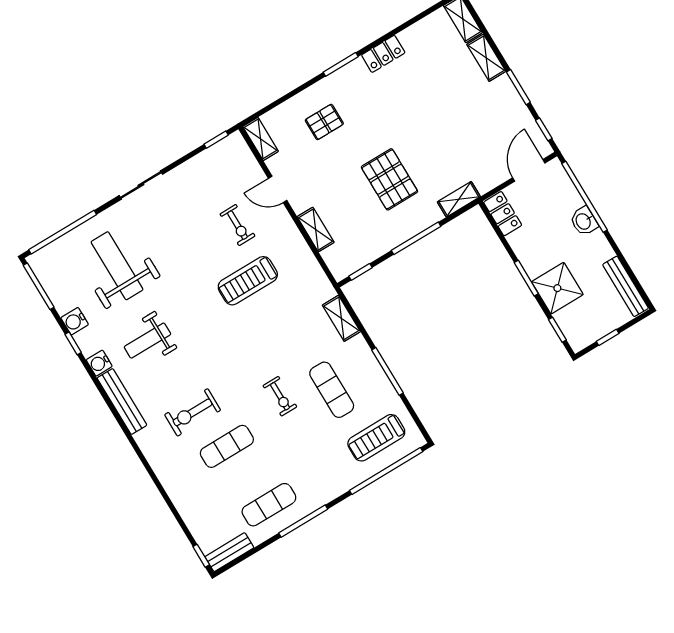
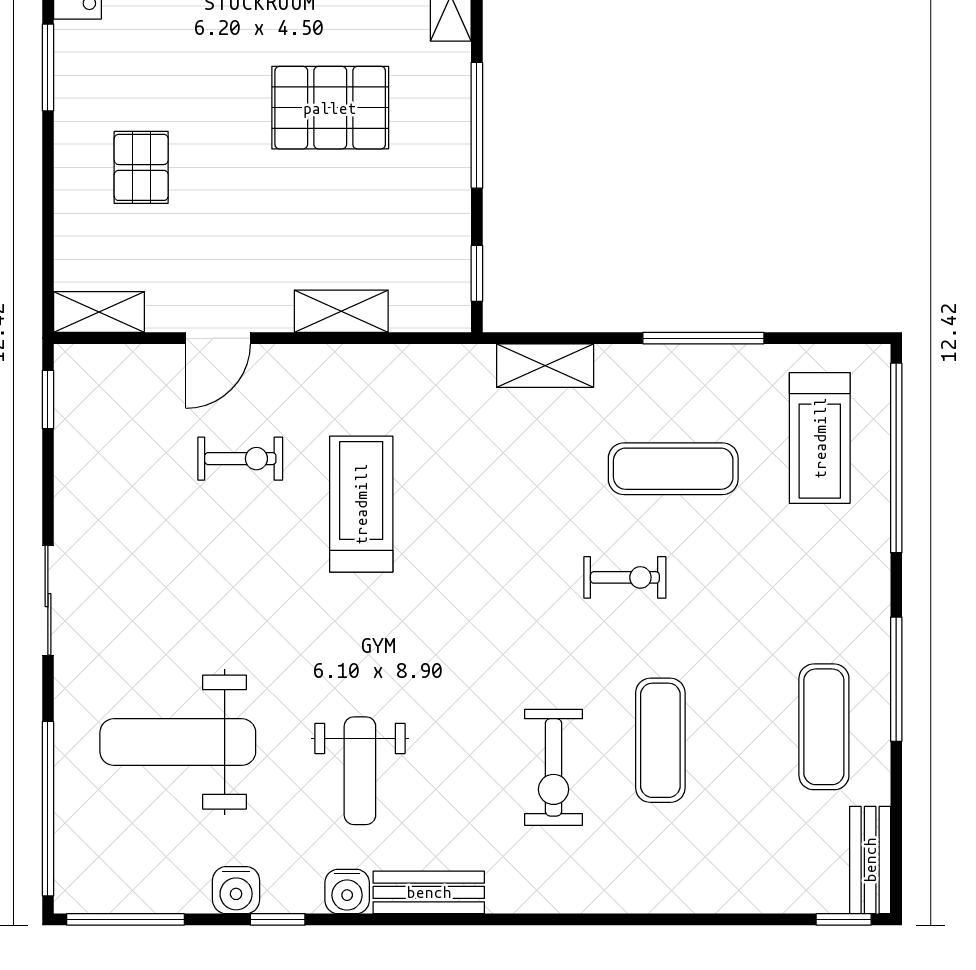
treadmill: (248, 281) -> (361, 504), turned 180
bench: (122, 402) -> (429, 892), width x0.73

